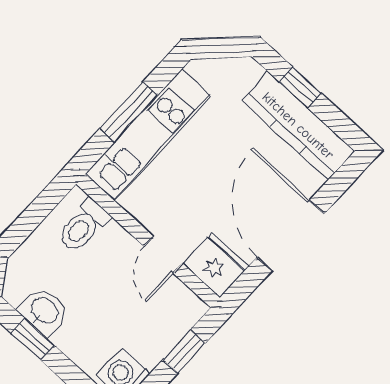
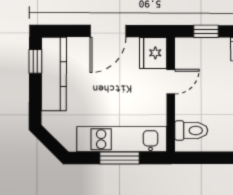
window: (300, 87) -> (35, 61), moved
door: (291, 235) -> (108, 31), width x0.73

